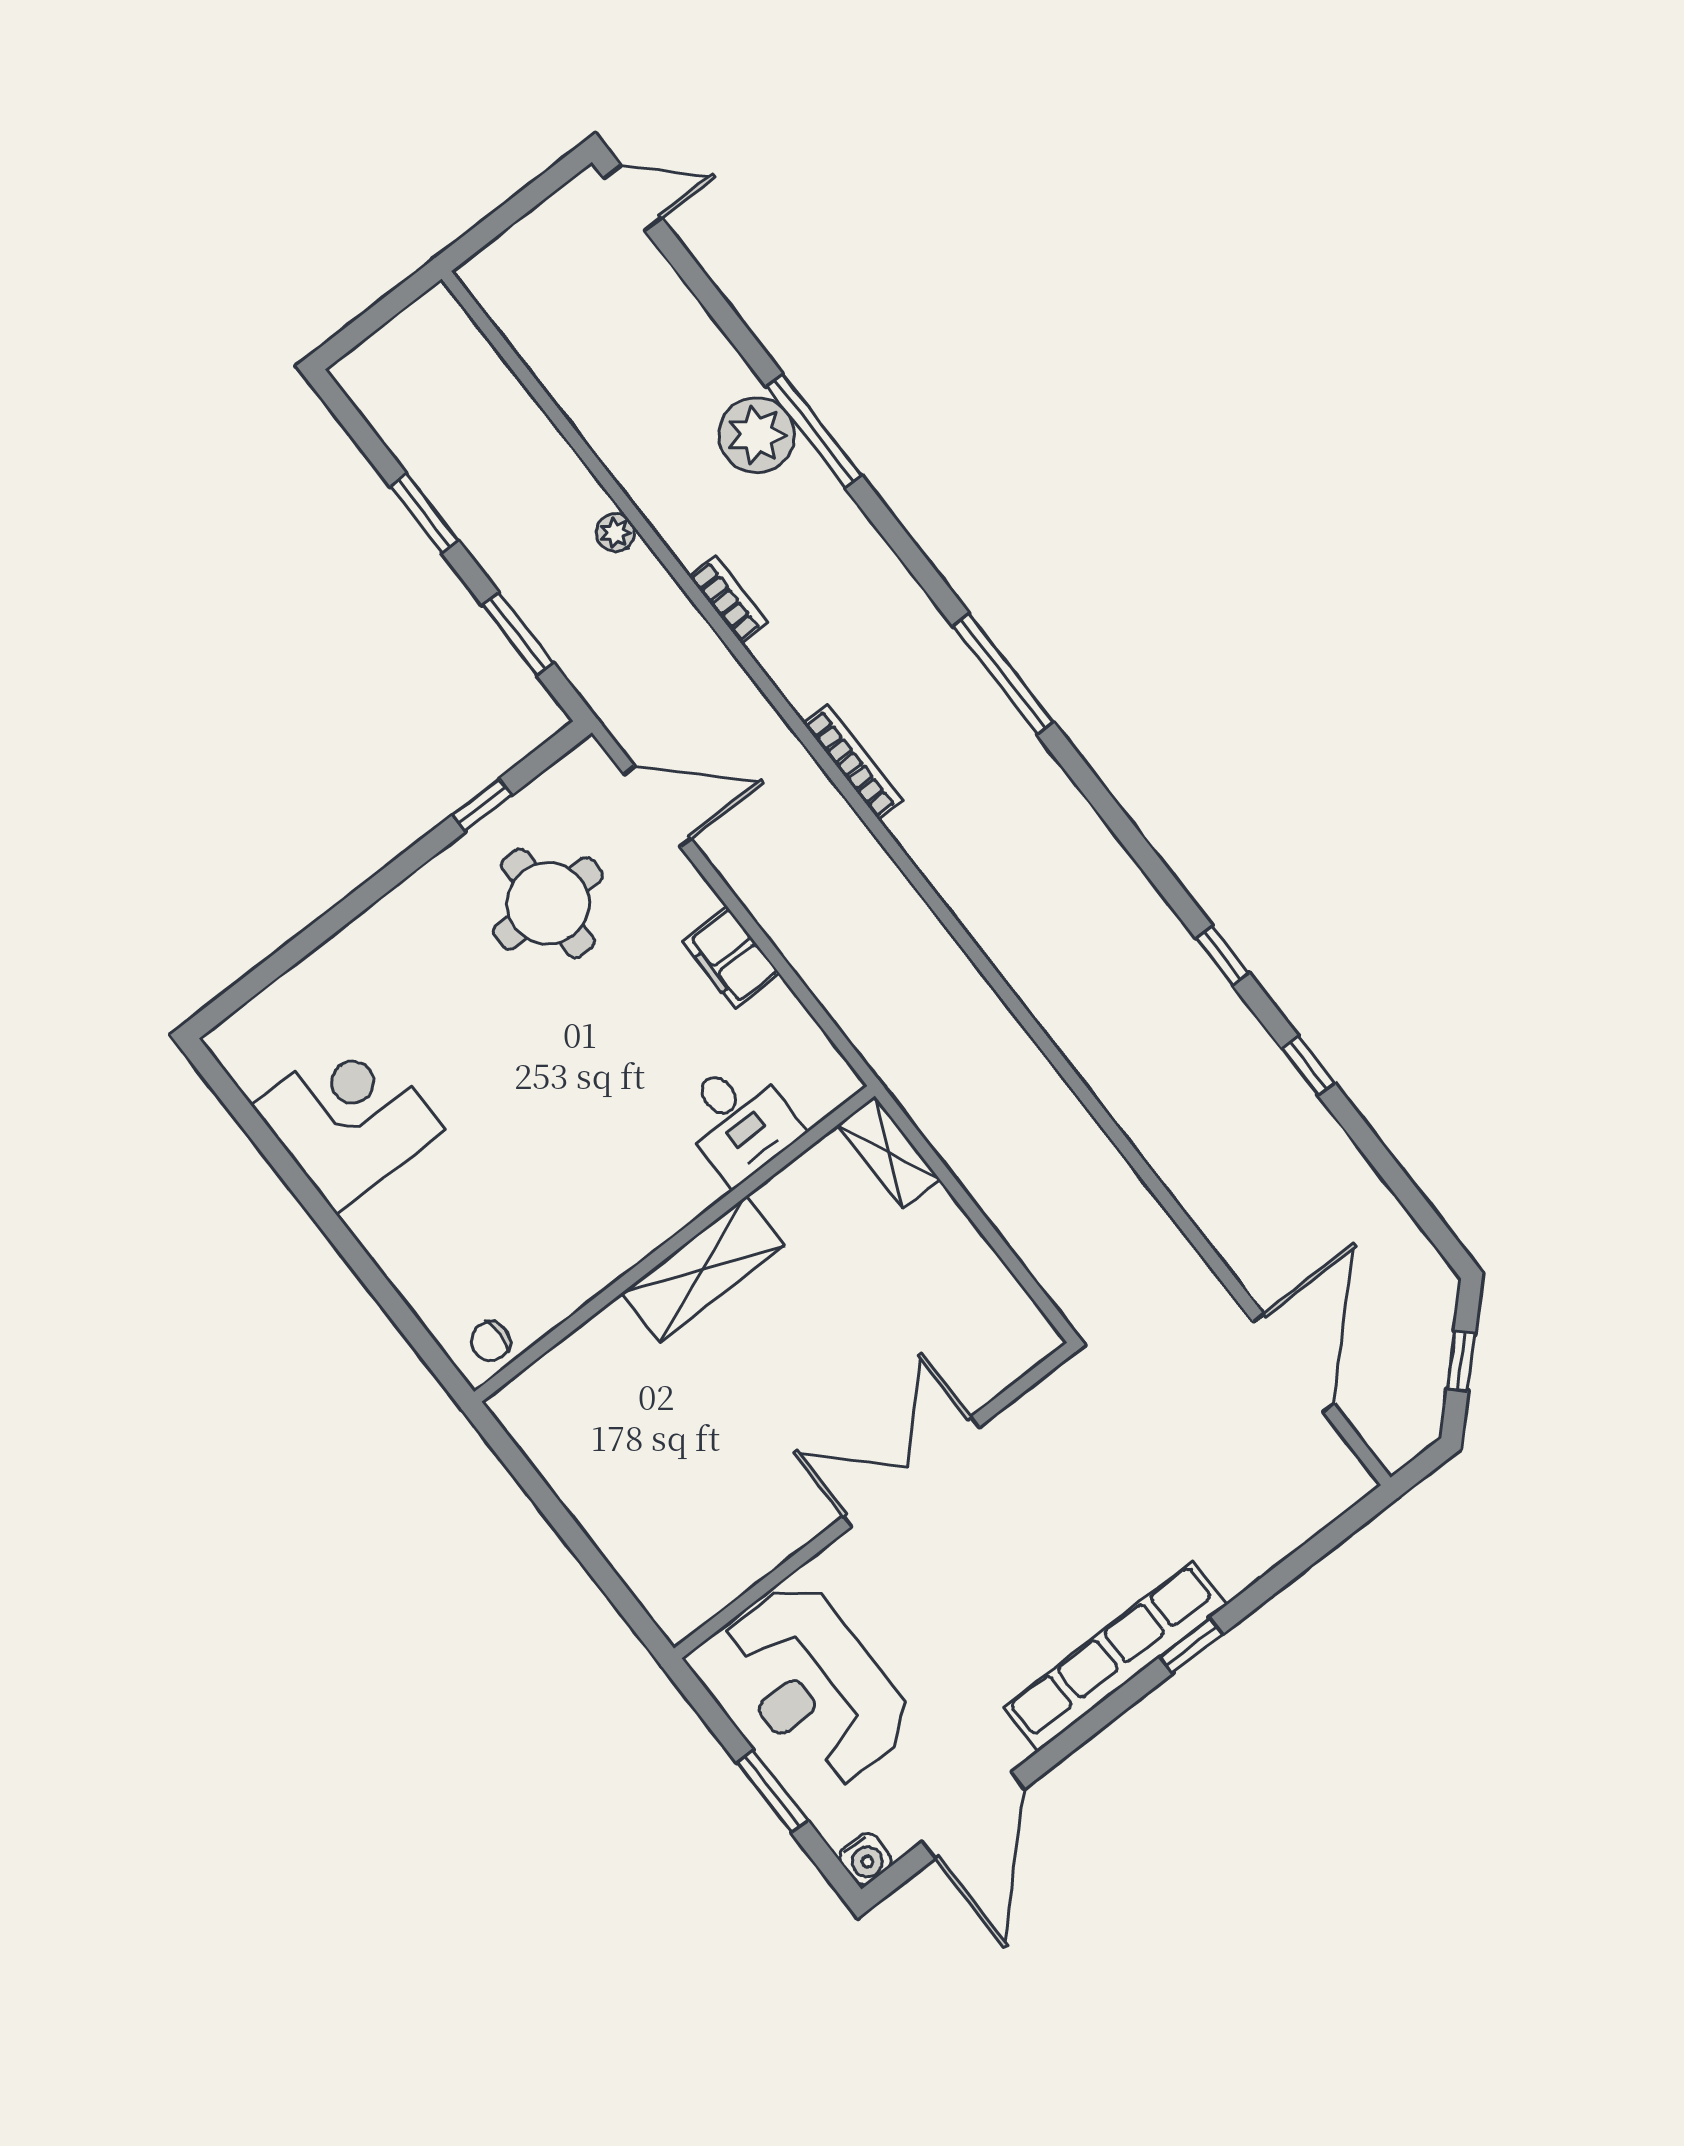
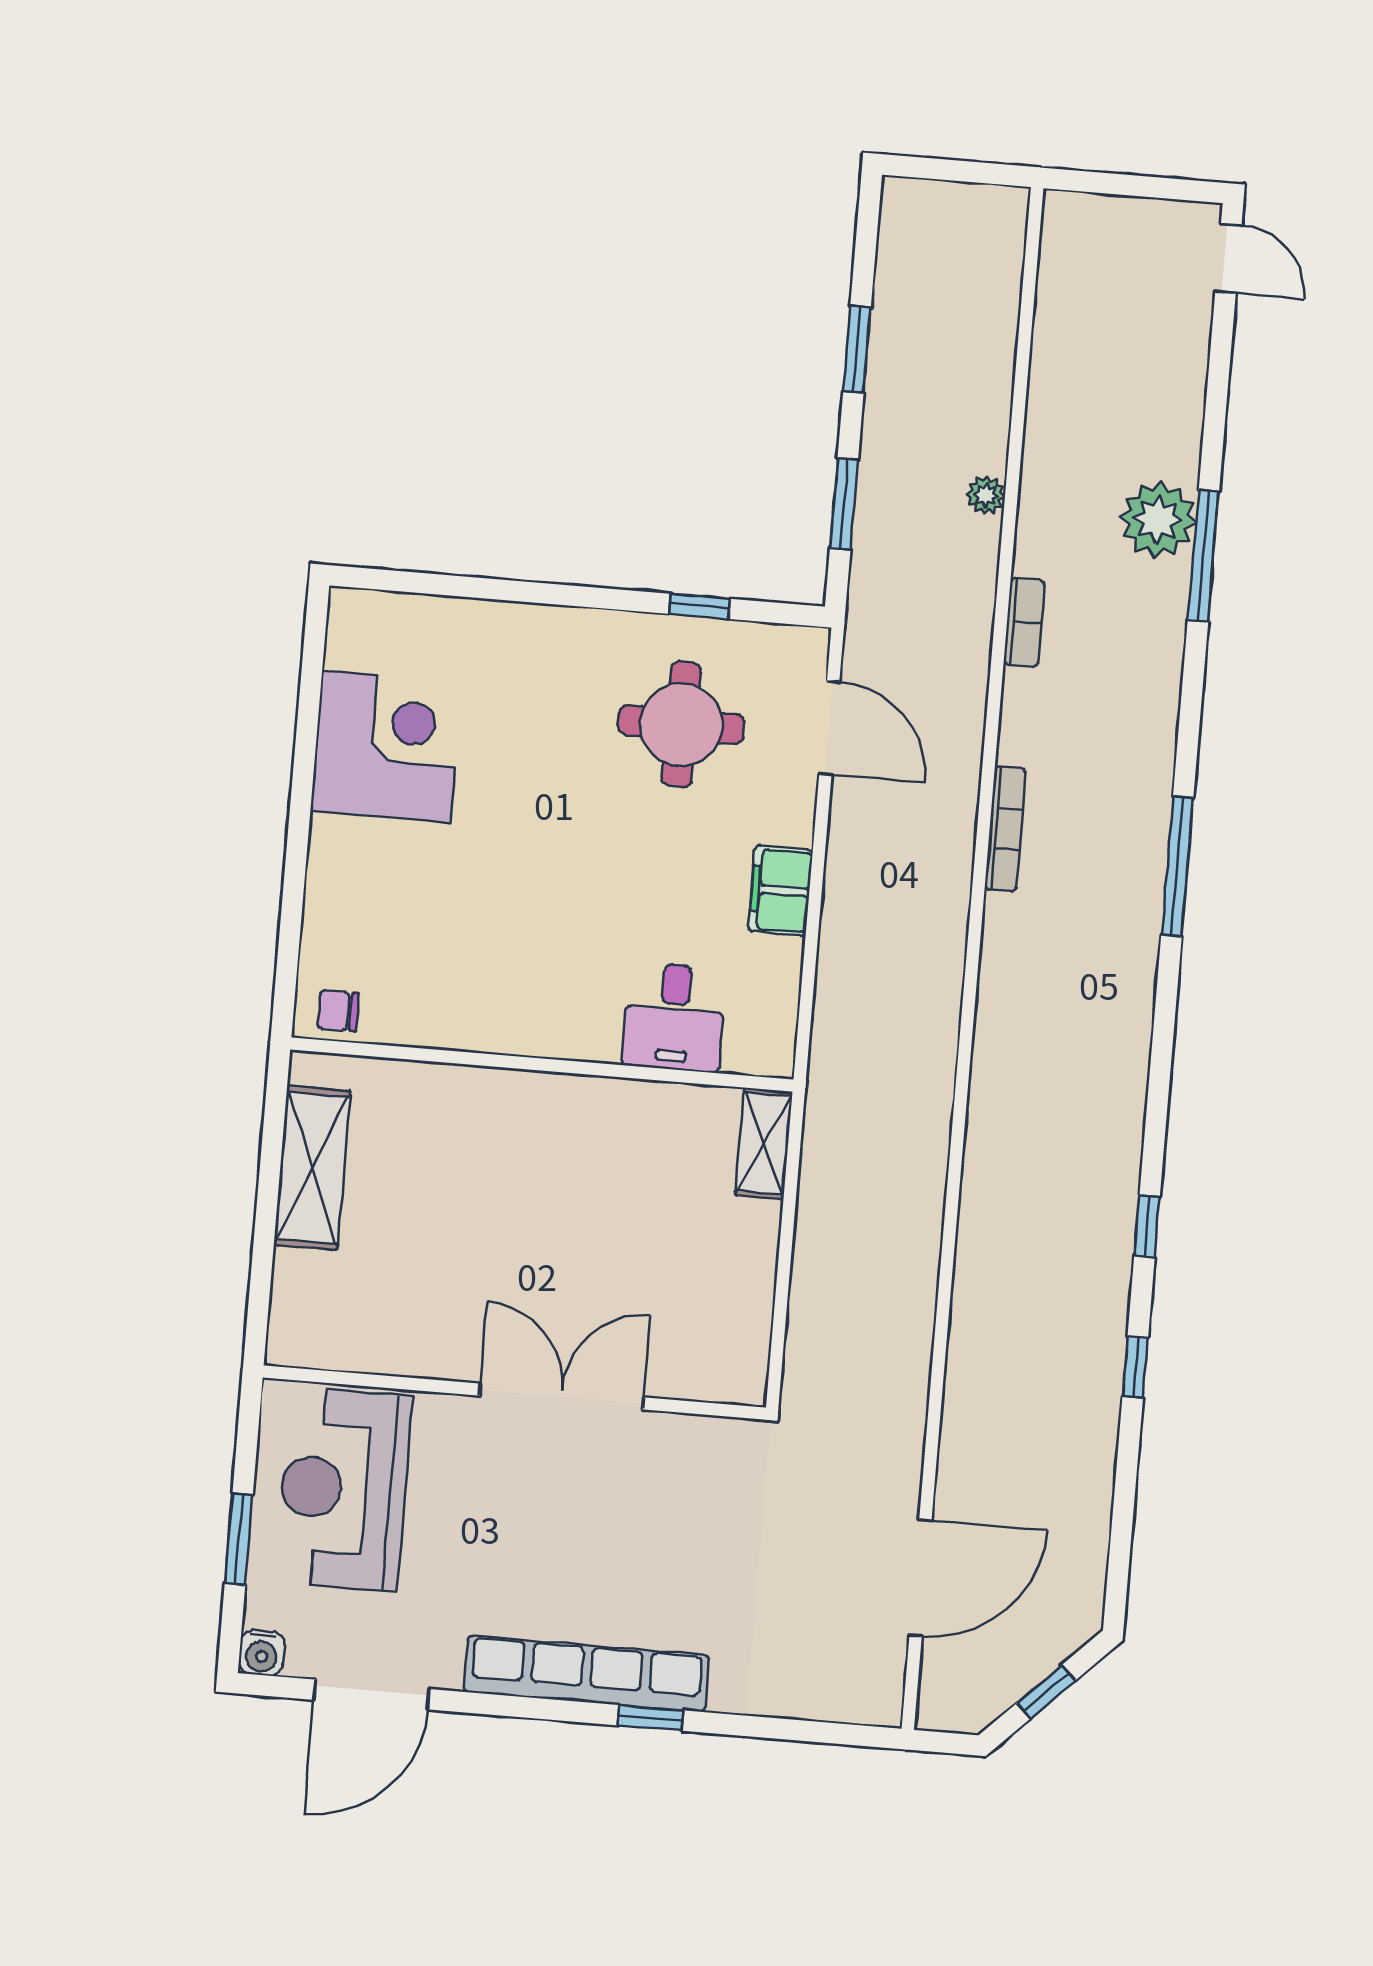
shelving: (703, 1269) -> (312, 1168), moved, turned 90

